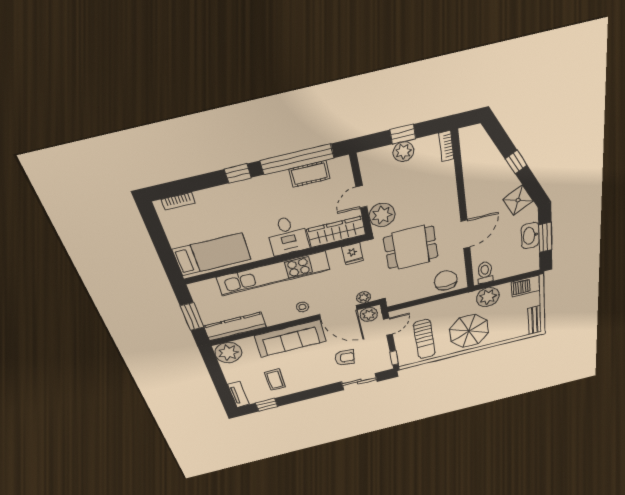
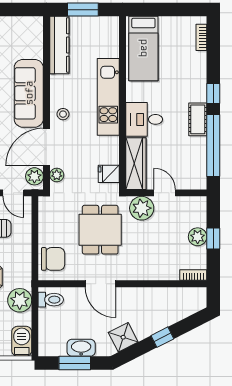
cot: (309, 174) -> (198, 119), moved
kitchen unit: (274, 273) -> (108, 97), width x0.73
plant: (228, 353) -> (30, 29), removed

